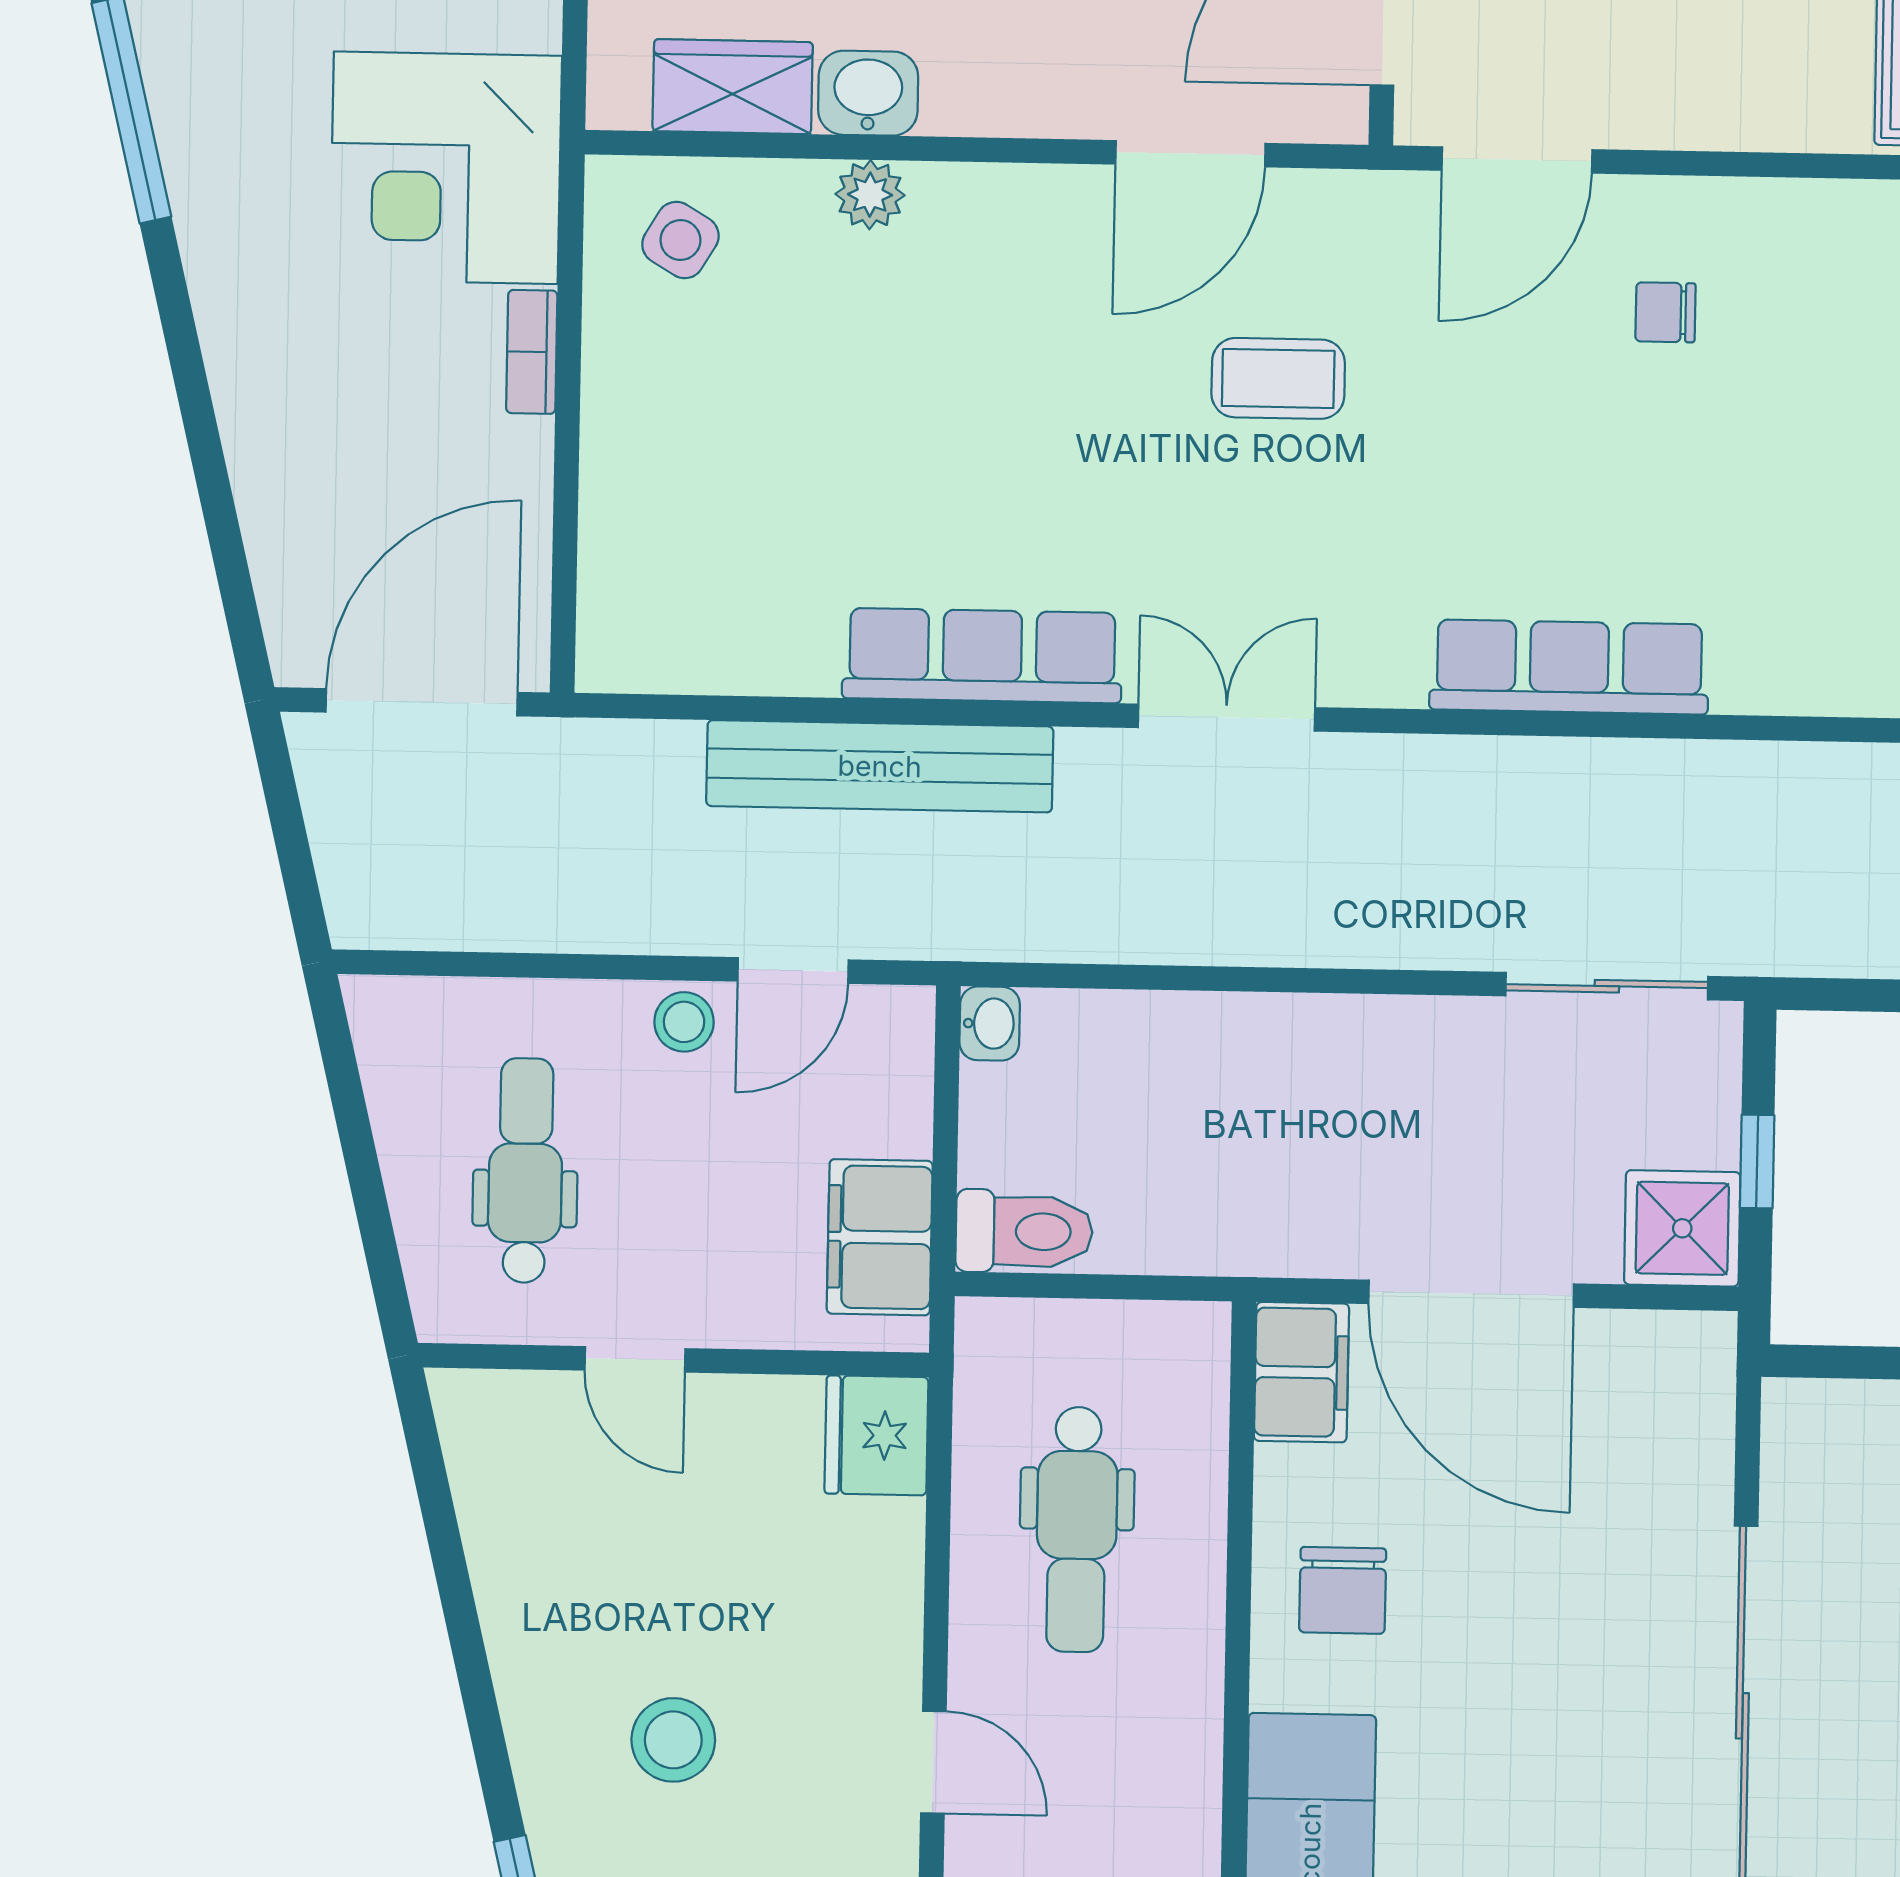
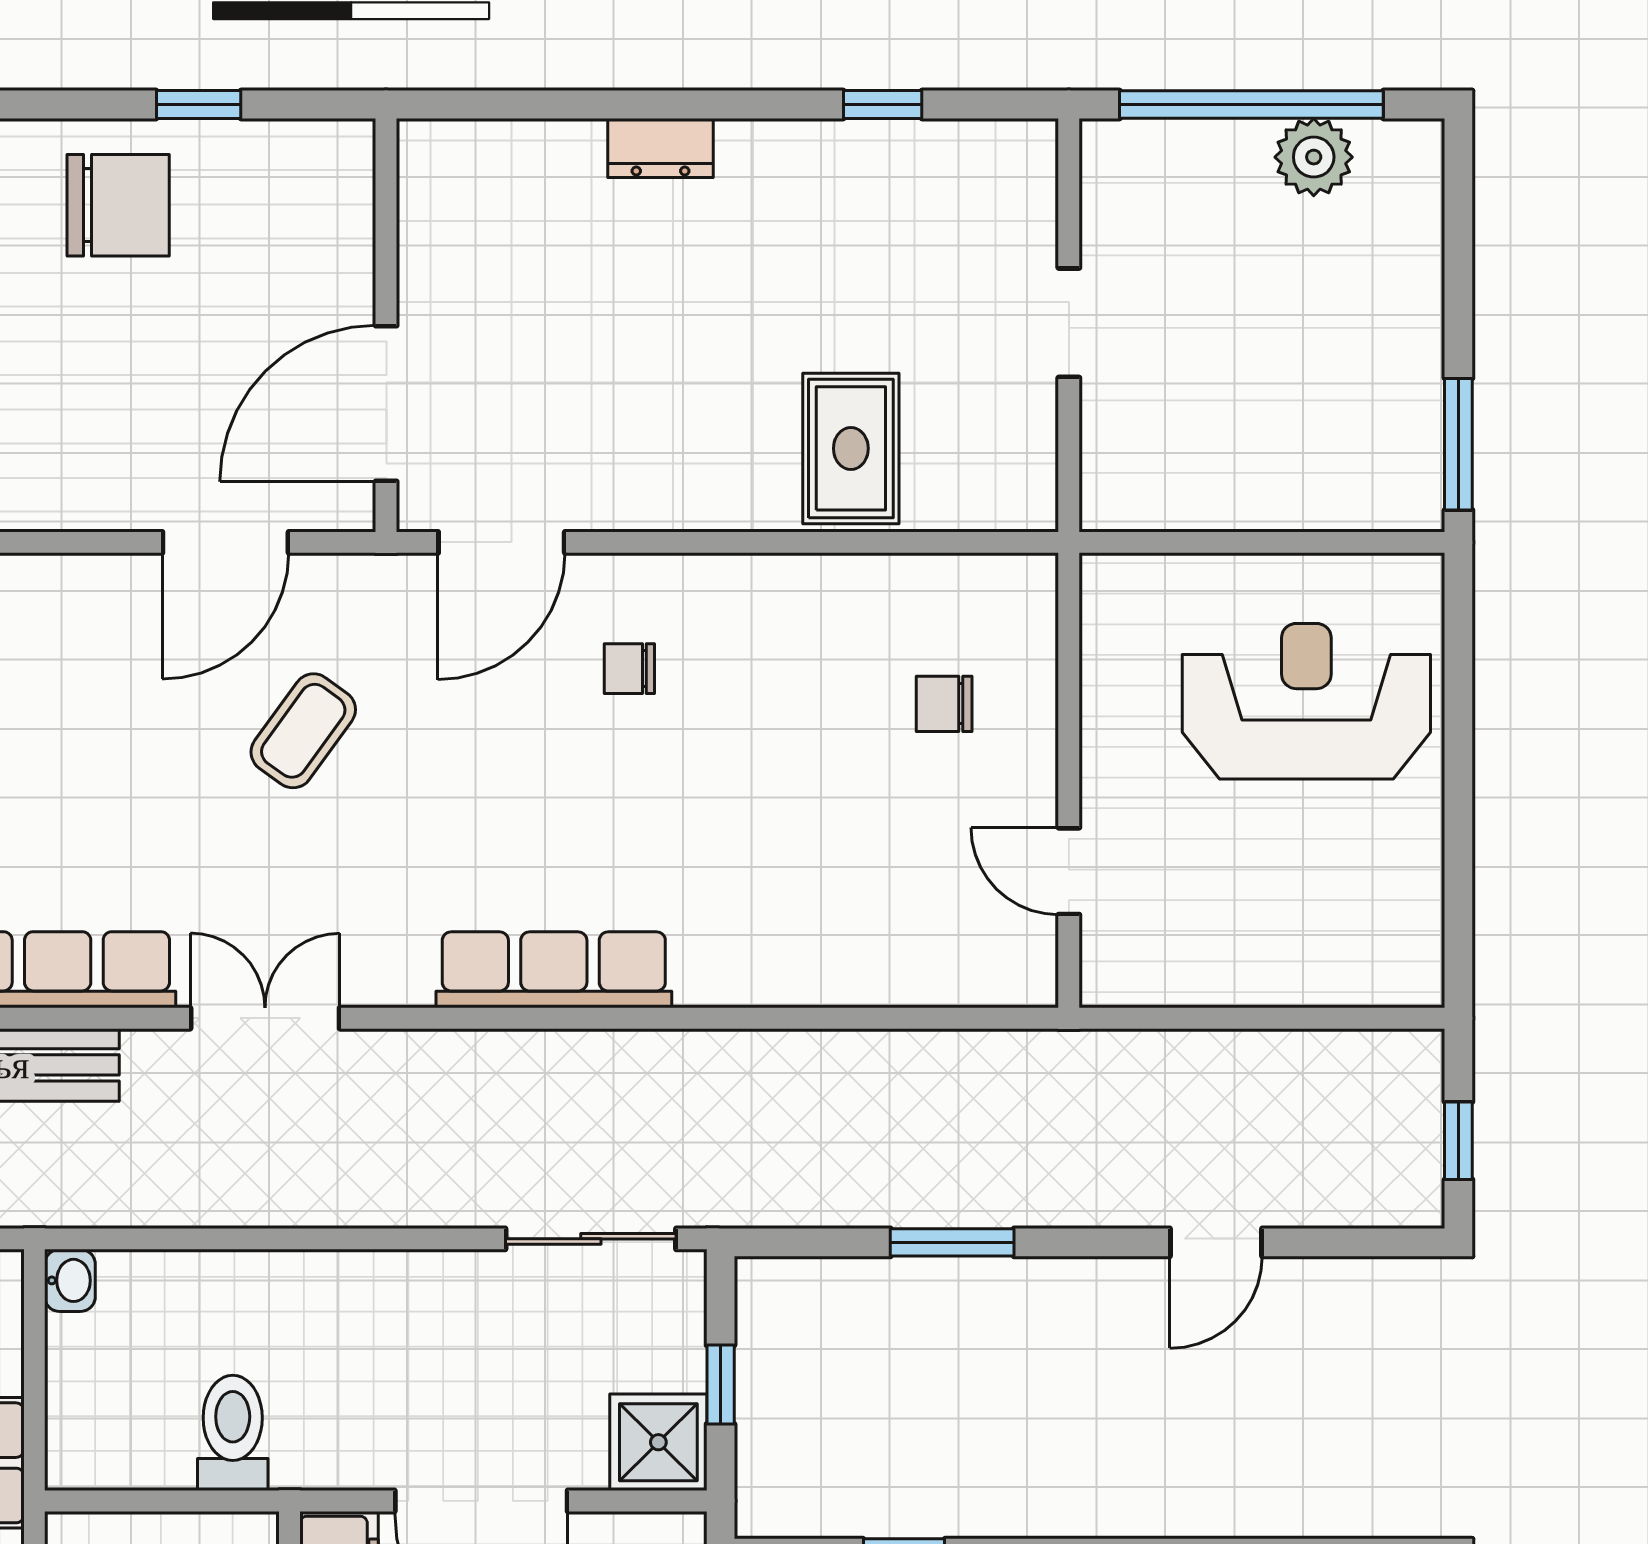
coffee table: (1278, 378) -> (303, 731), turned -54
toilet: (1024, 1231) -> (233, 1433), moved, turned -90

